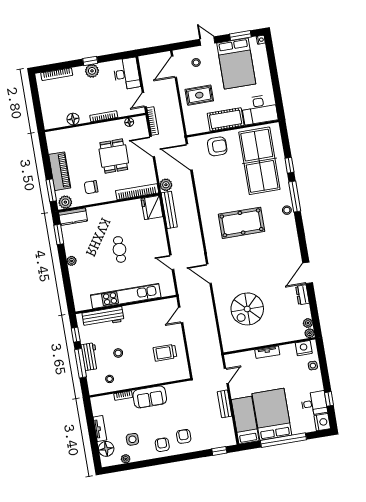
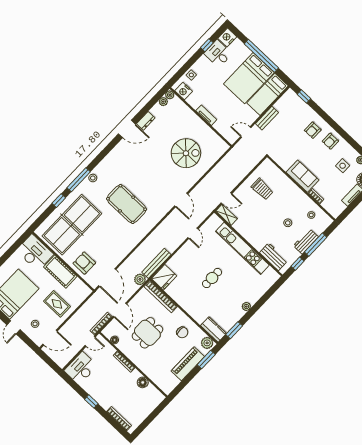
plant: (92, 71) -> (97, 395), removed
shelving: (166, 304) -> (227, 215), added
workbench: (103, 317) -> (274, 257), width x0.73

